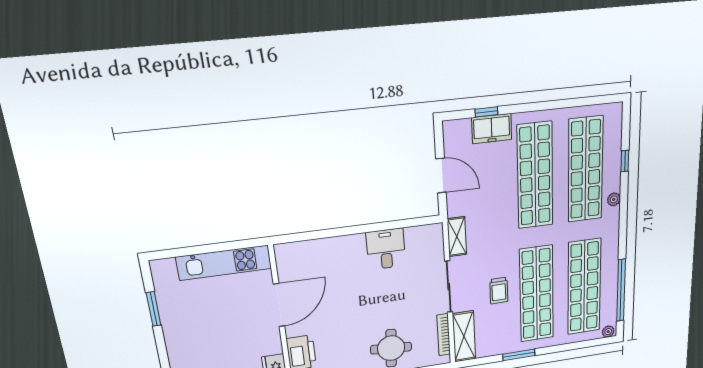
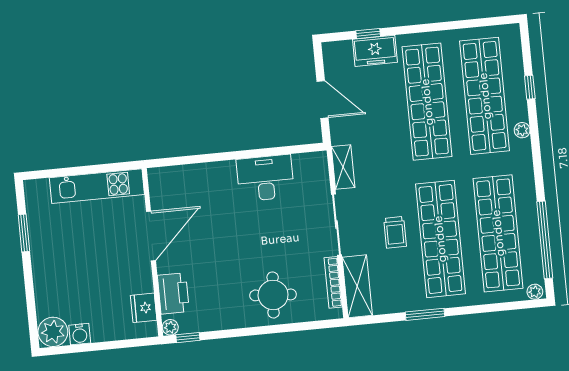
desk: (386, 249) -> (265, 178), width x1.37

